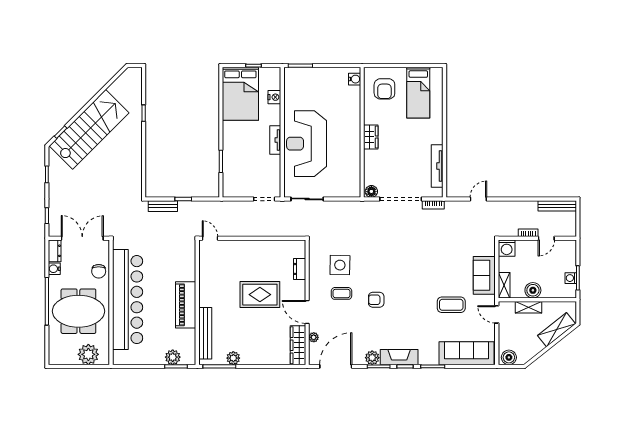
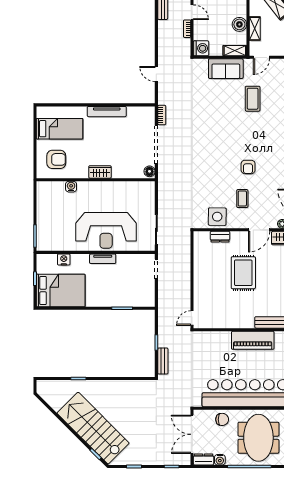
water cooler: (355, 79) -> (71, 187), moved
tv unit: (437, 166) -> (107, 112), moved
side table: (340, 265) -> (217, 217), moved

